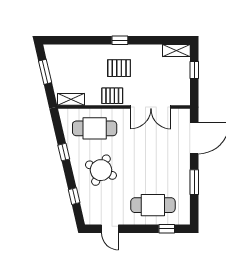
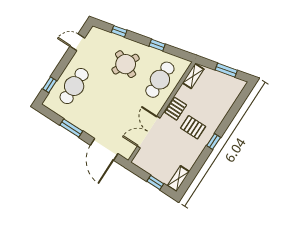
pallet: (119, 68) -> (193, 127), turned 90

